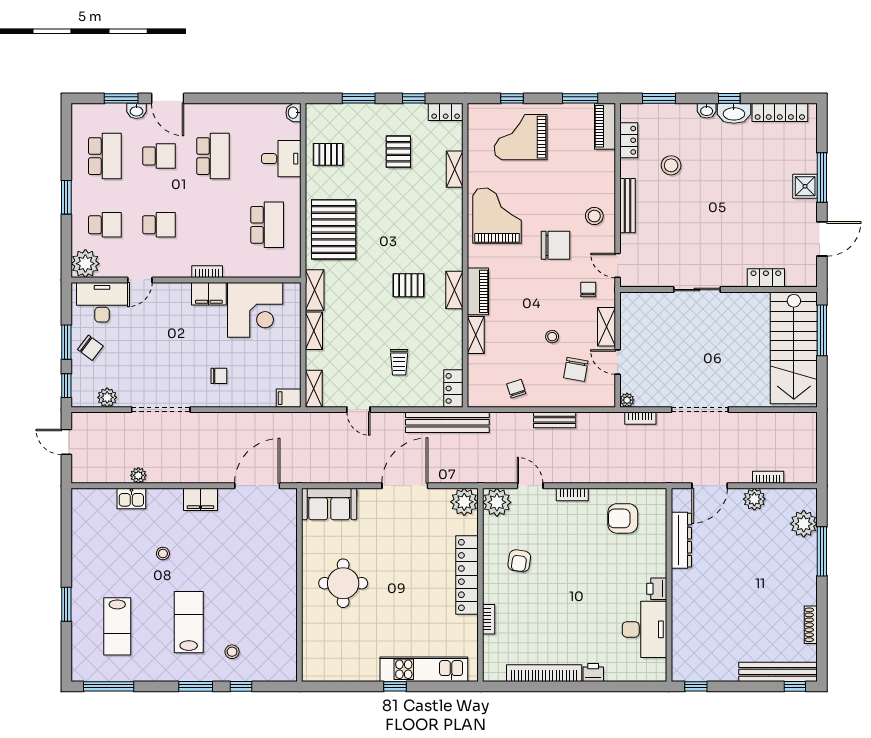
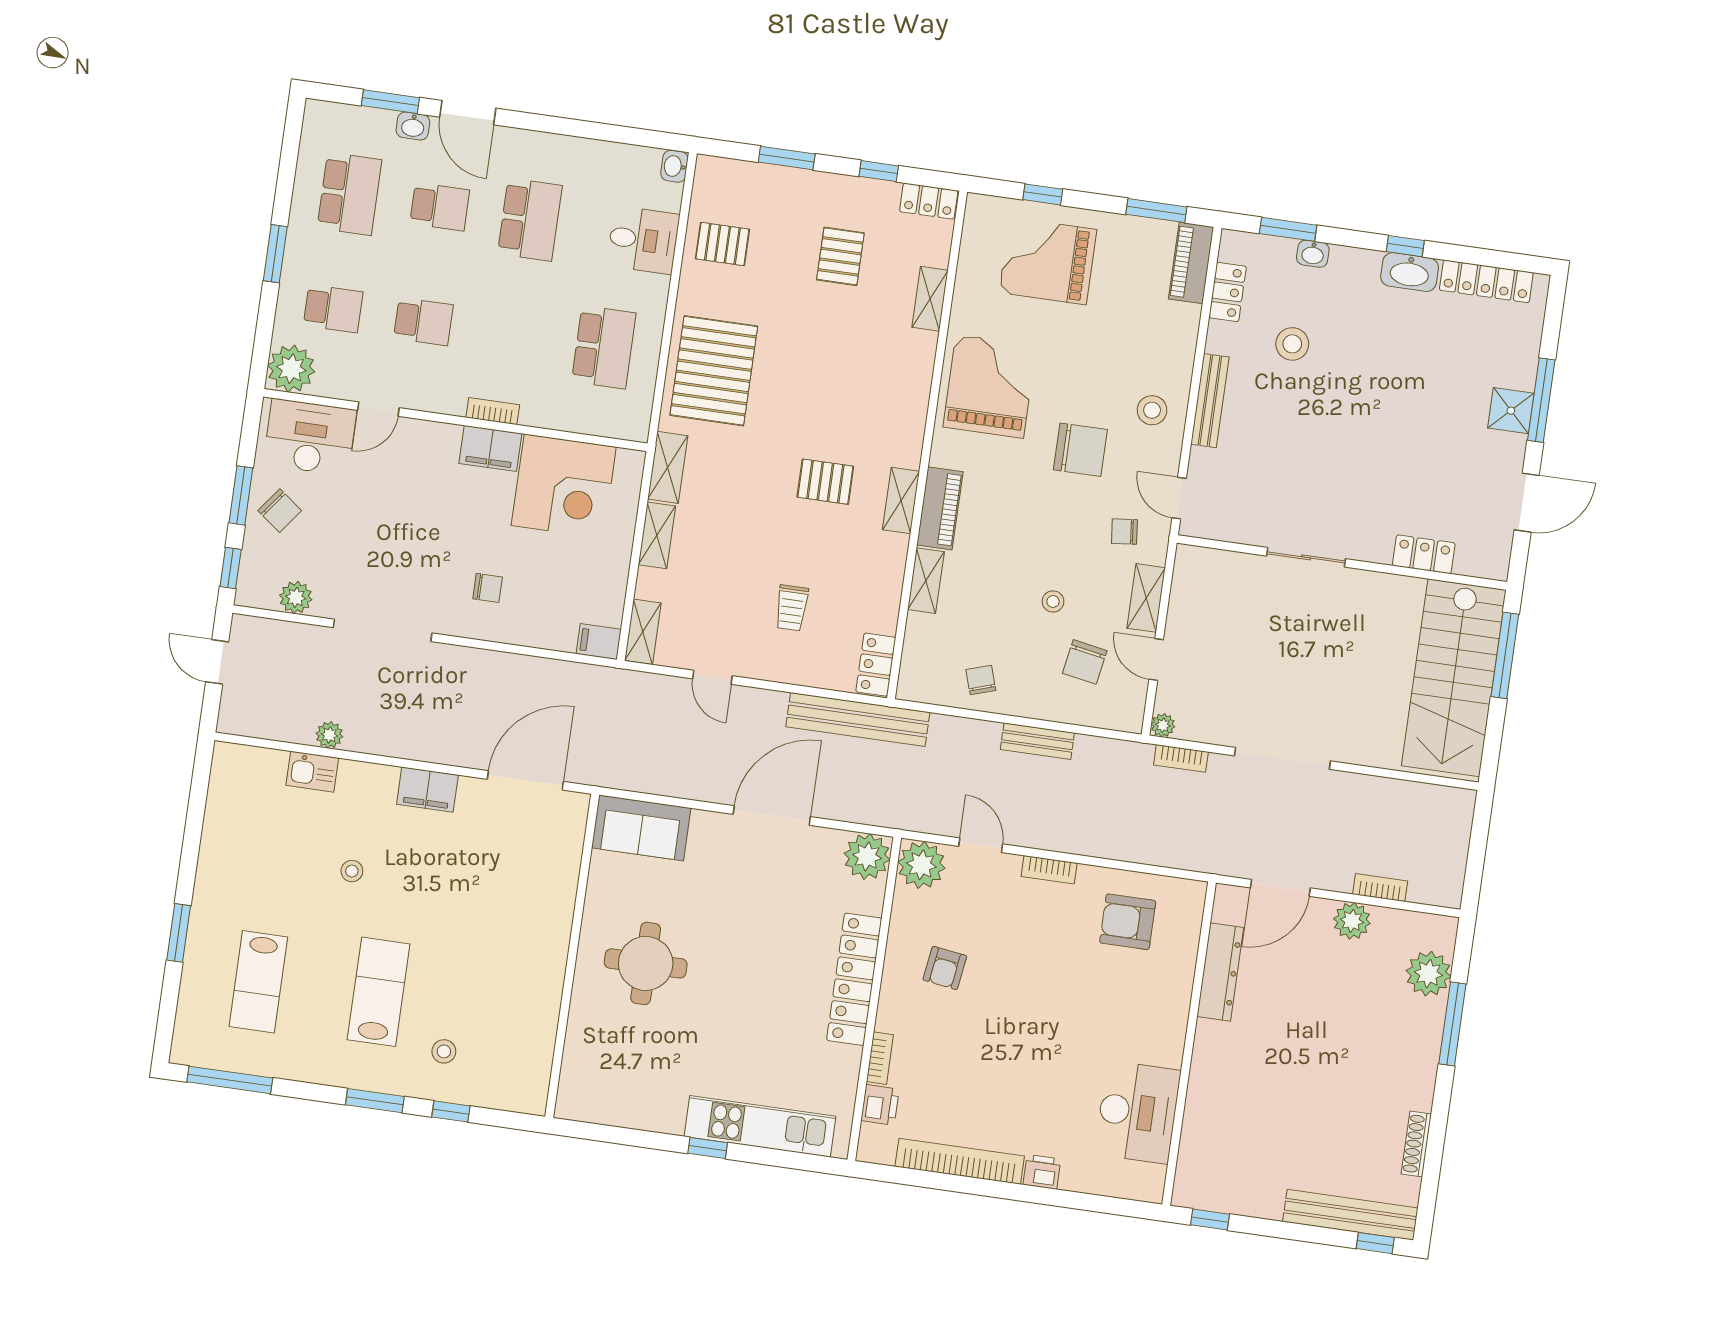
washbasin: (707, 111) -> (1313, 254), moved
chair: (588, 290) -> (1124, 532), turned -96
printer: (657, 589) -> (880, 1105), moved, turned 180

